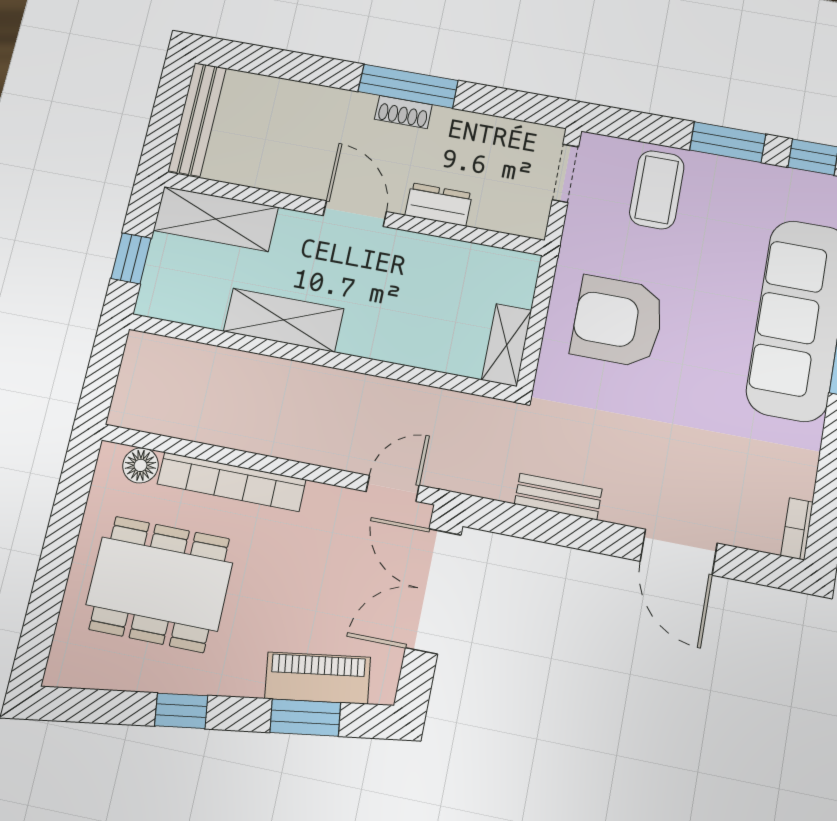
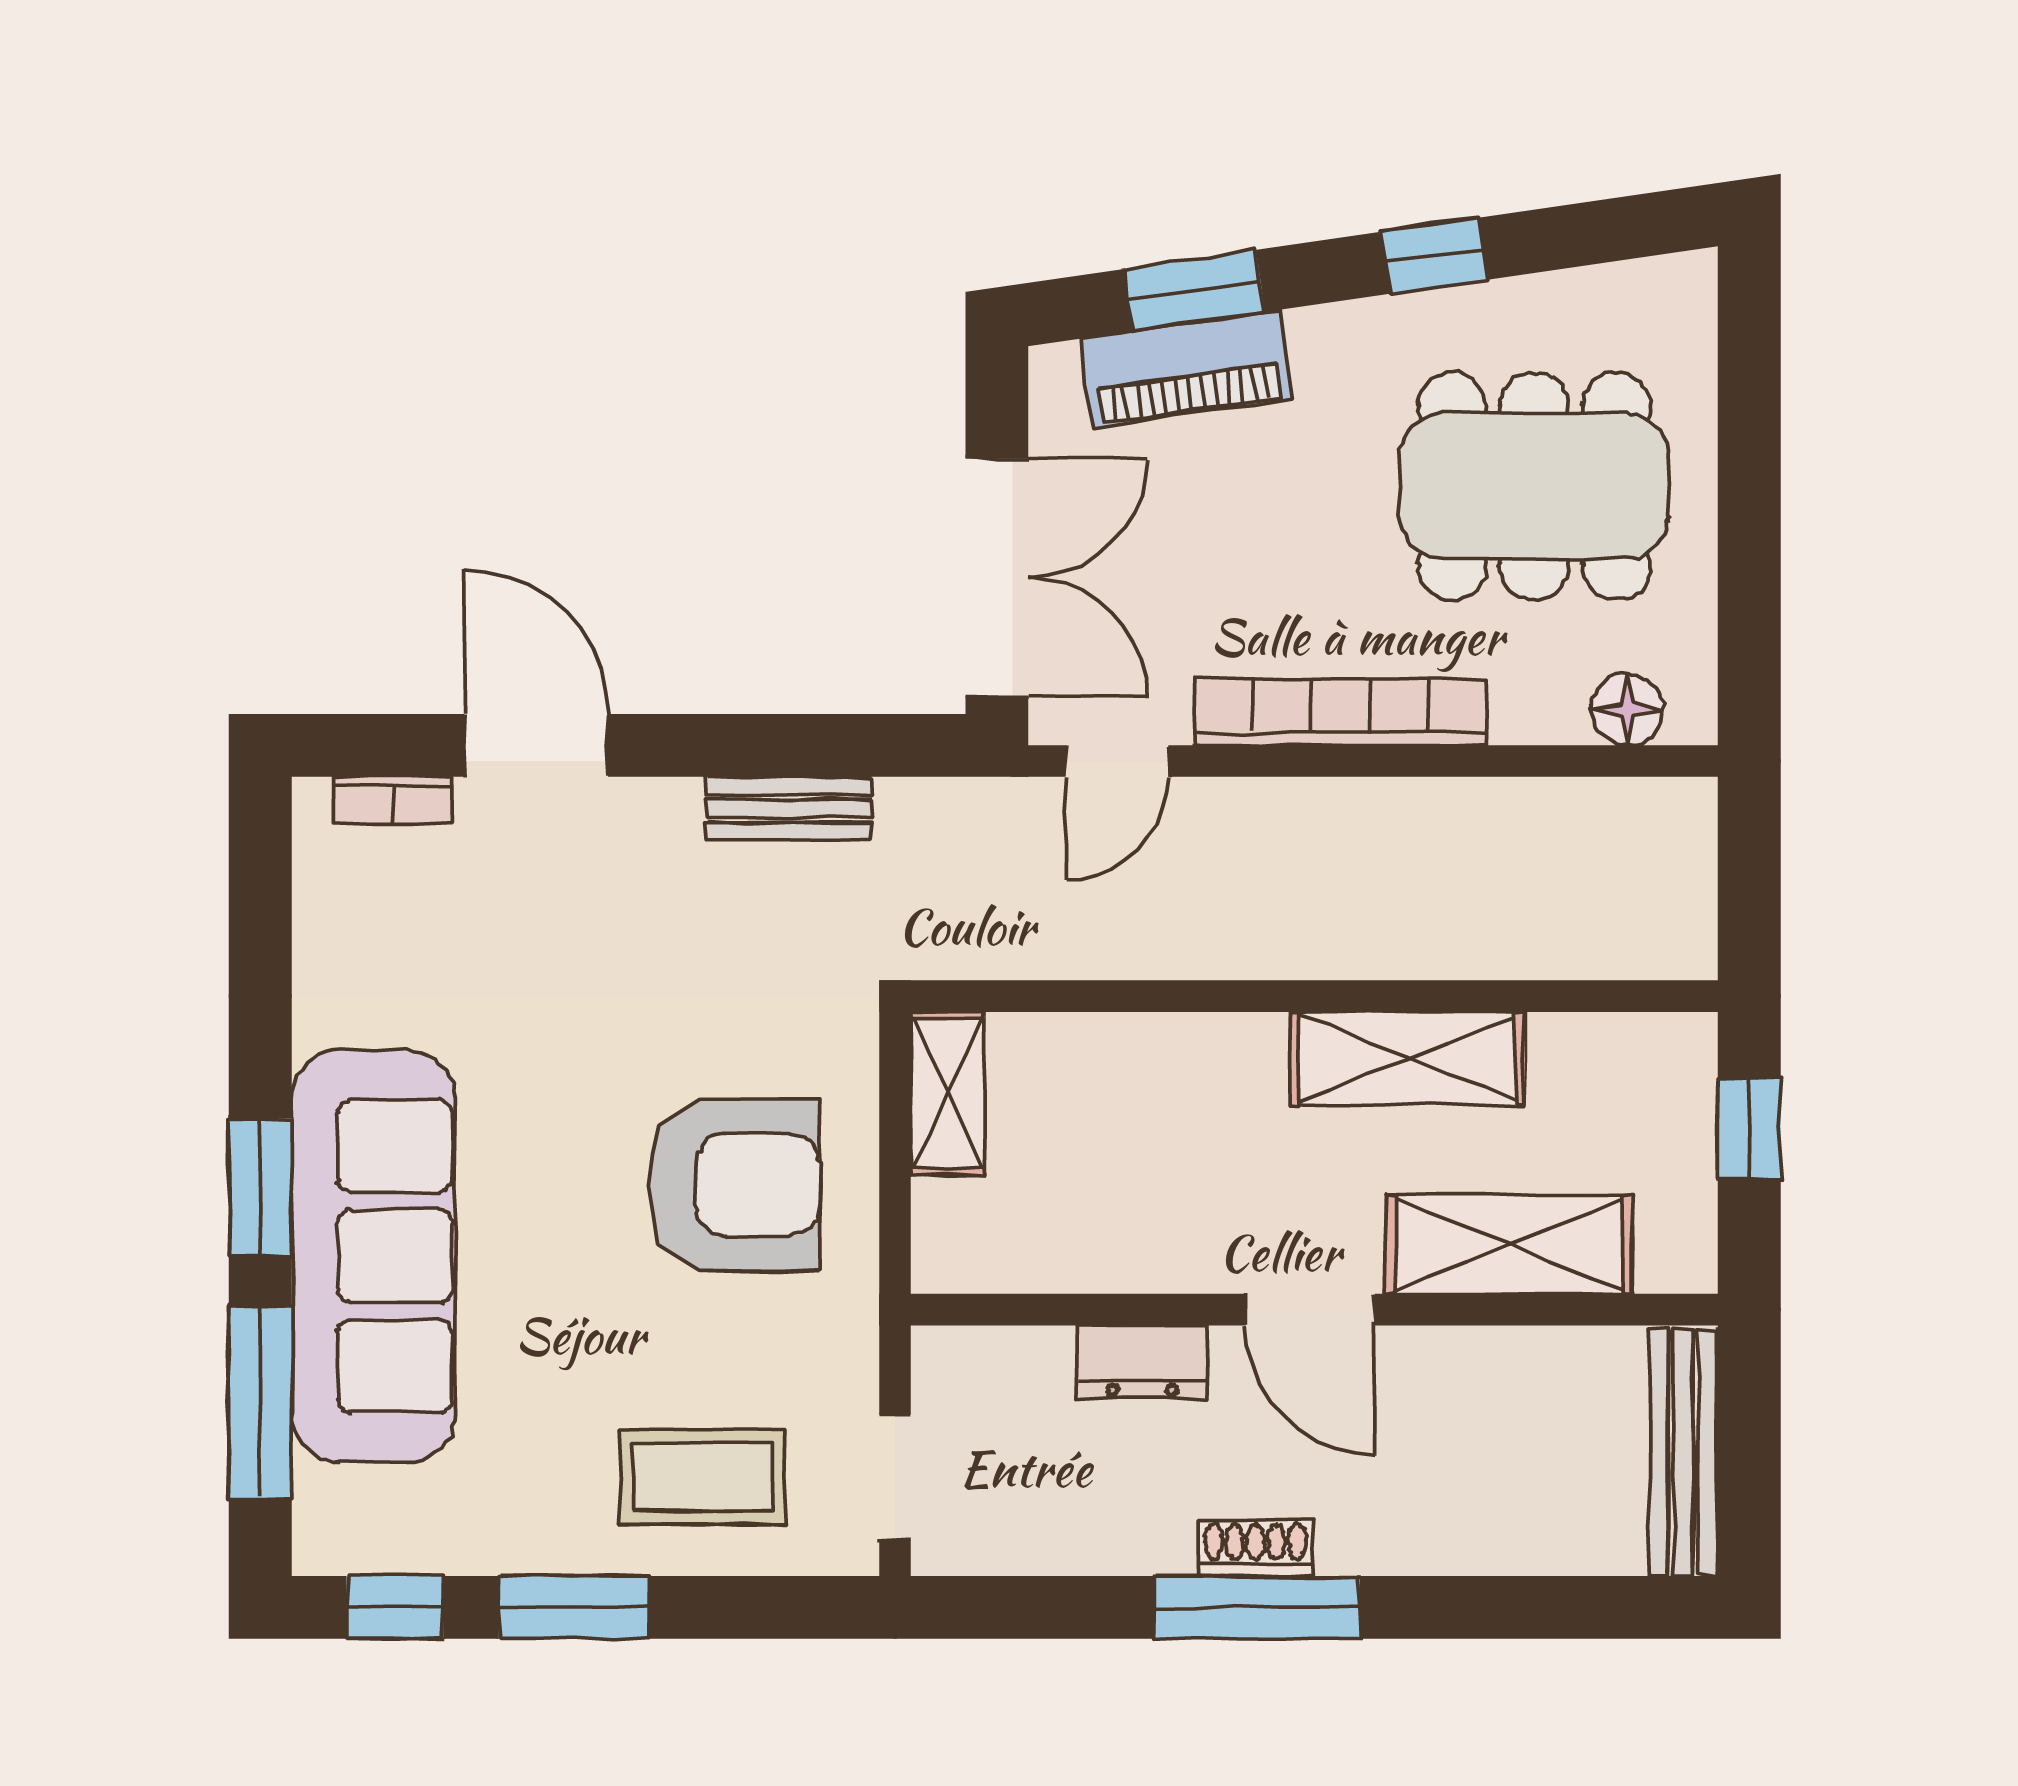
coffee table: (657, 190) -> (702, 1477), turned 90
shelving: (216, 219) -> (1509, 1244), moved
bookcase: (231, 482) -> (1340, 712), moved
bookcase: (797, 529) -> (393, 800), moved, turned 90

